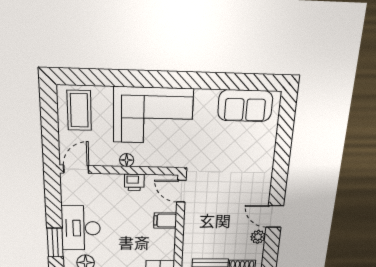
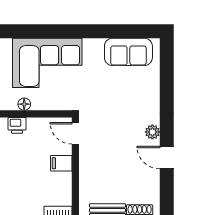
printer: (134, 182) -> (17, 125), moved
plant: (258, 237) -> (152, 132), moved

